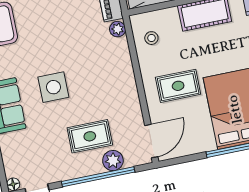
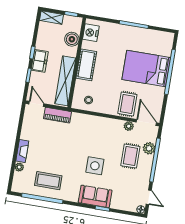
plant: (118, 29) -> (129, 126), moved
rug: (178, 86) -> (127, 104), moved

